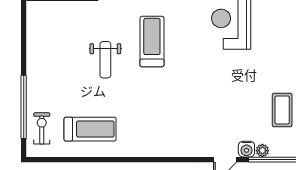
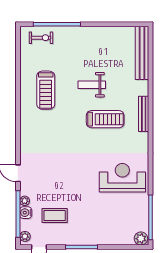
treadmill: (90, 129) -> (46, 90), moved
water cooler: (246, 149) -> (26, 213), moved

